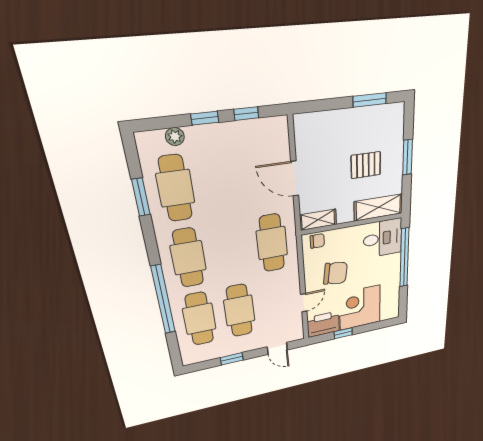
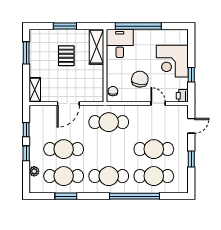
cafe table: (221, 182) -> (64, 149), added
shelving: (318, 220) -> (35, 90), moved
printer: (323, 324) -> (182, 96), width x0.53, depth x0.68

